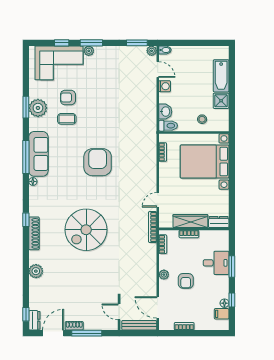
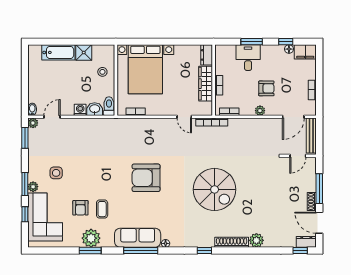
side table: (102, 74) -> (56, 173), added
washing machine: (165, 86) -> (80, 110), moved
shoe rack: (34, 233) -> (232, 242), moved
filing cabinet: (222, 314) -> (305, 52), width x2.00

